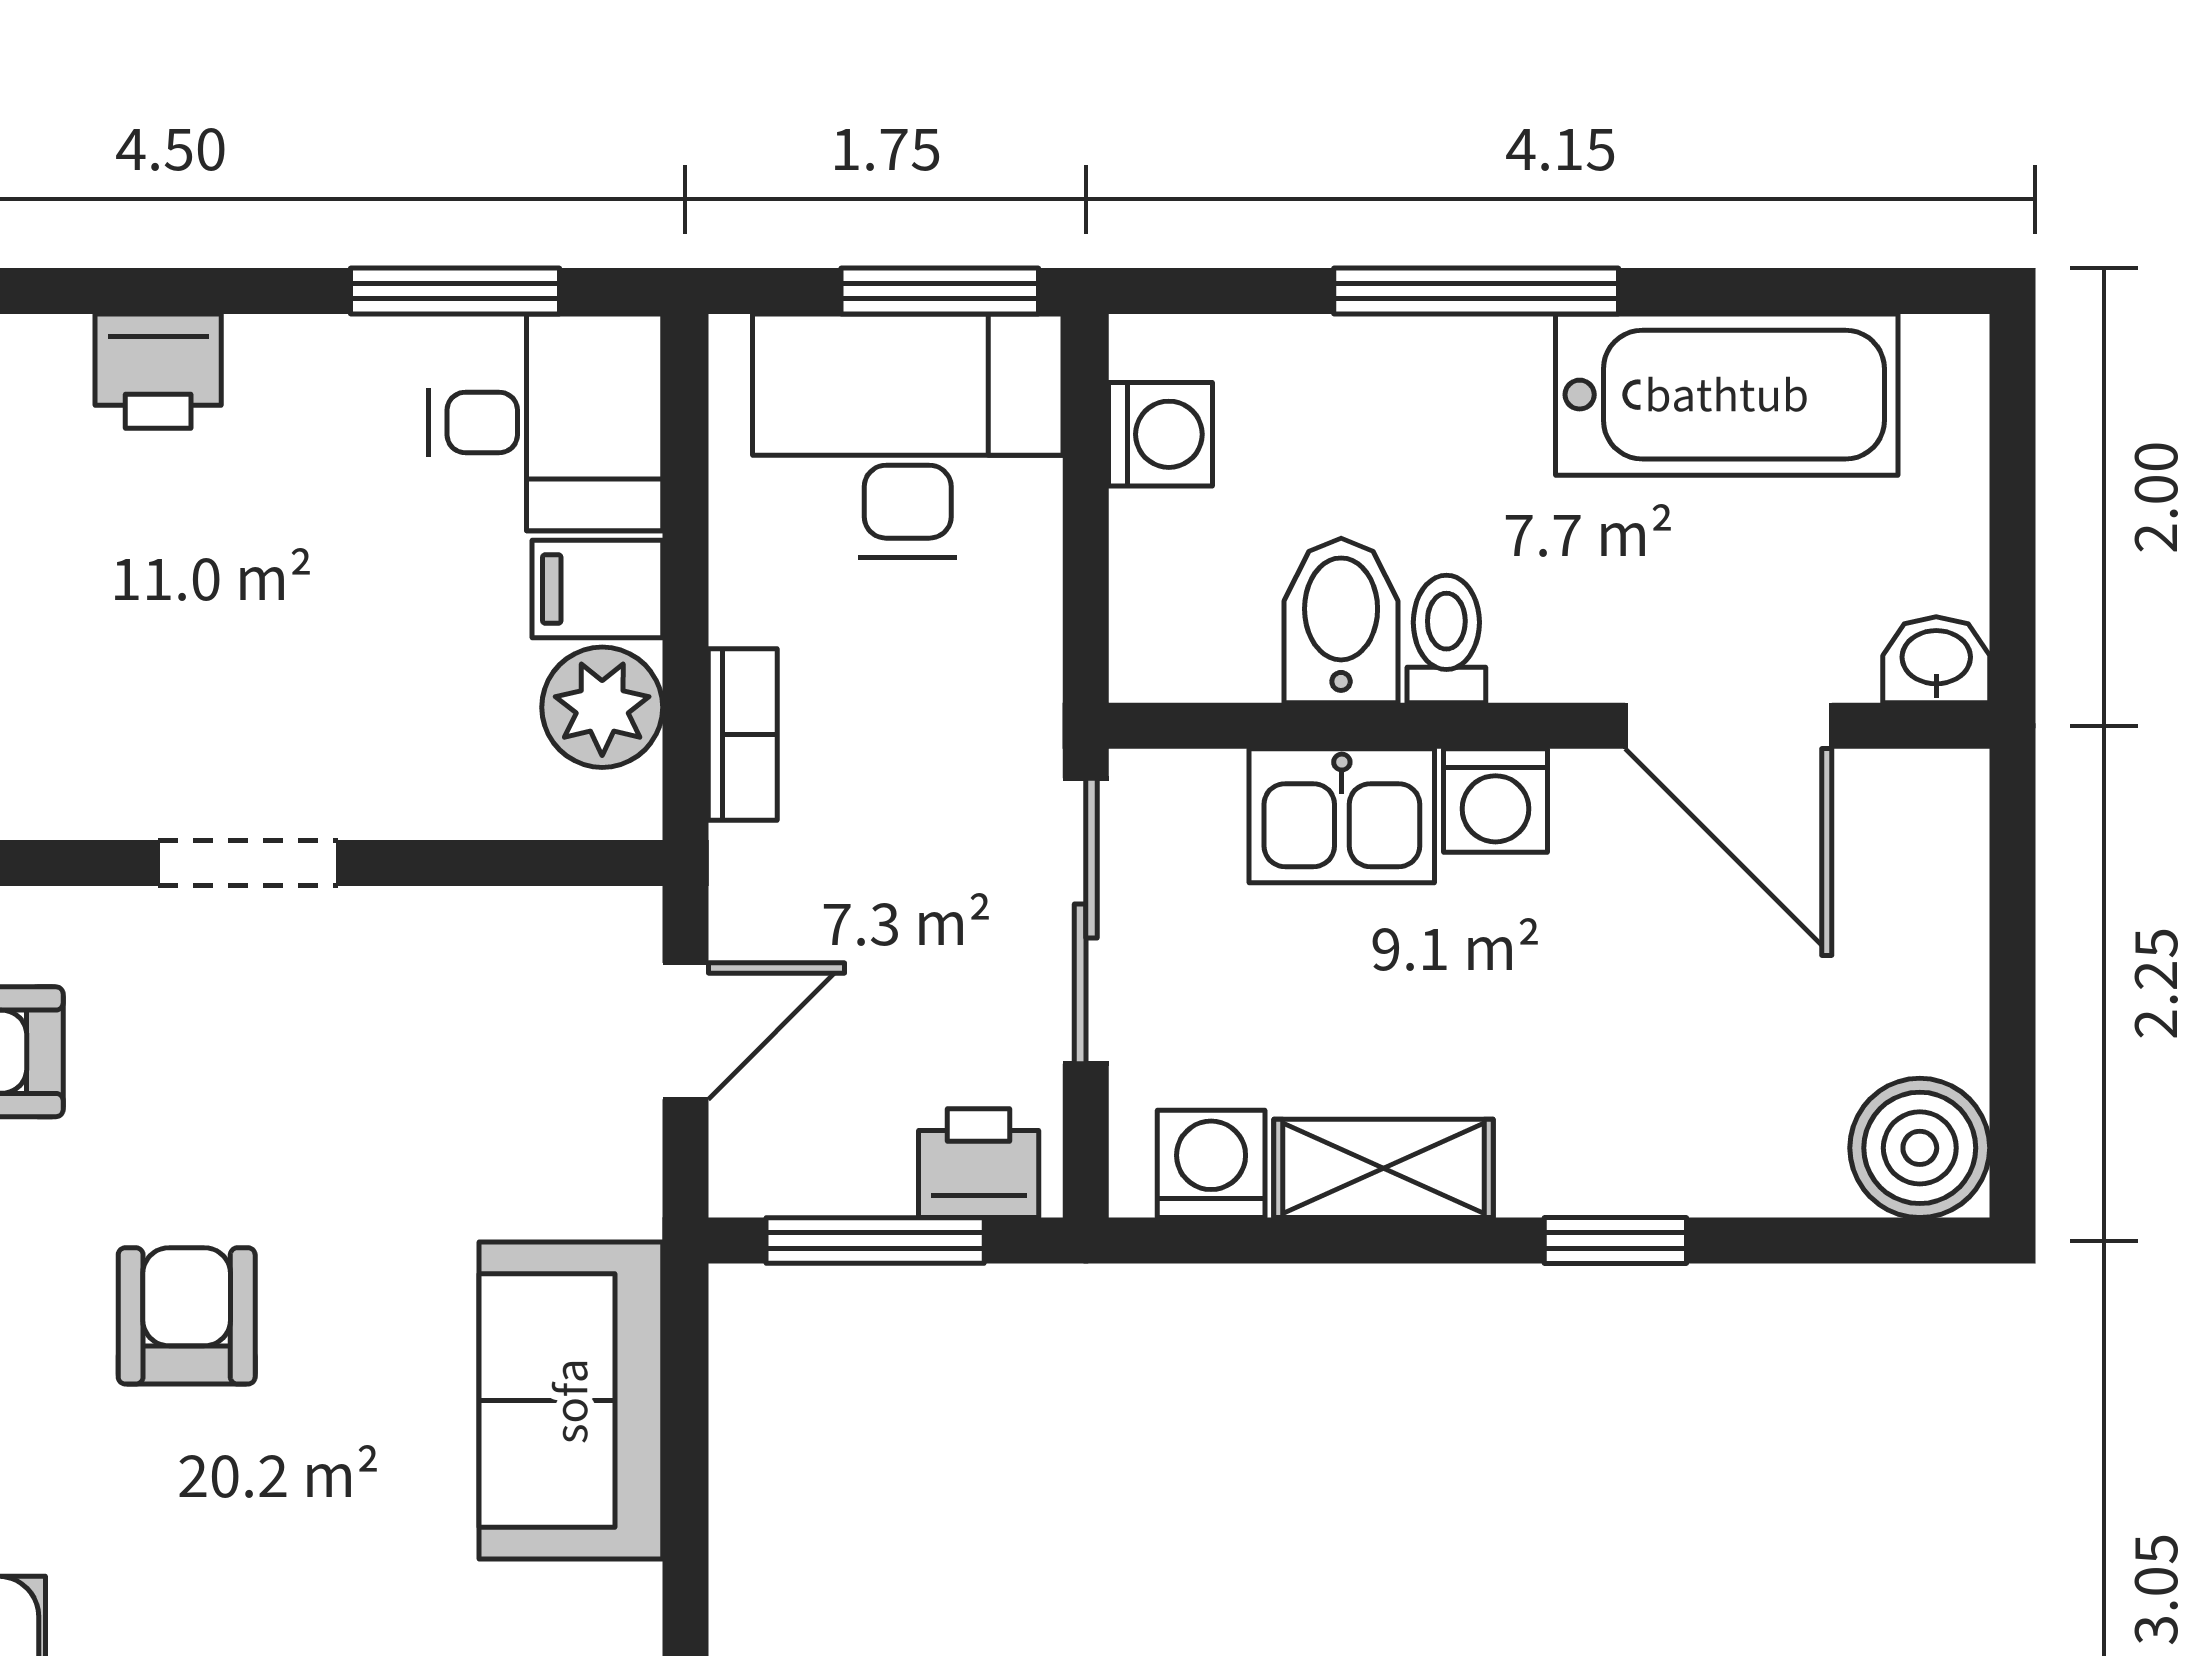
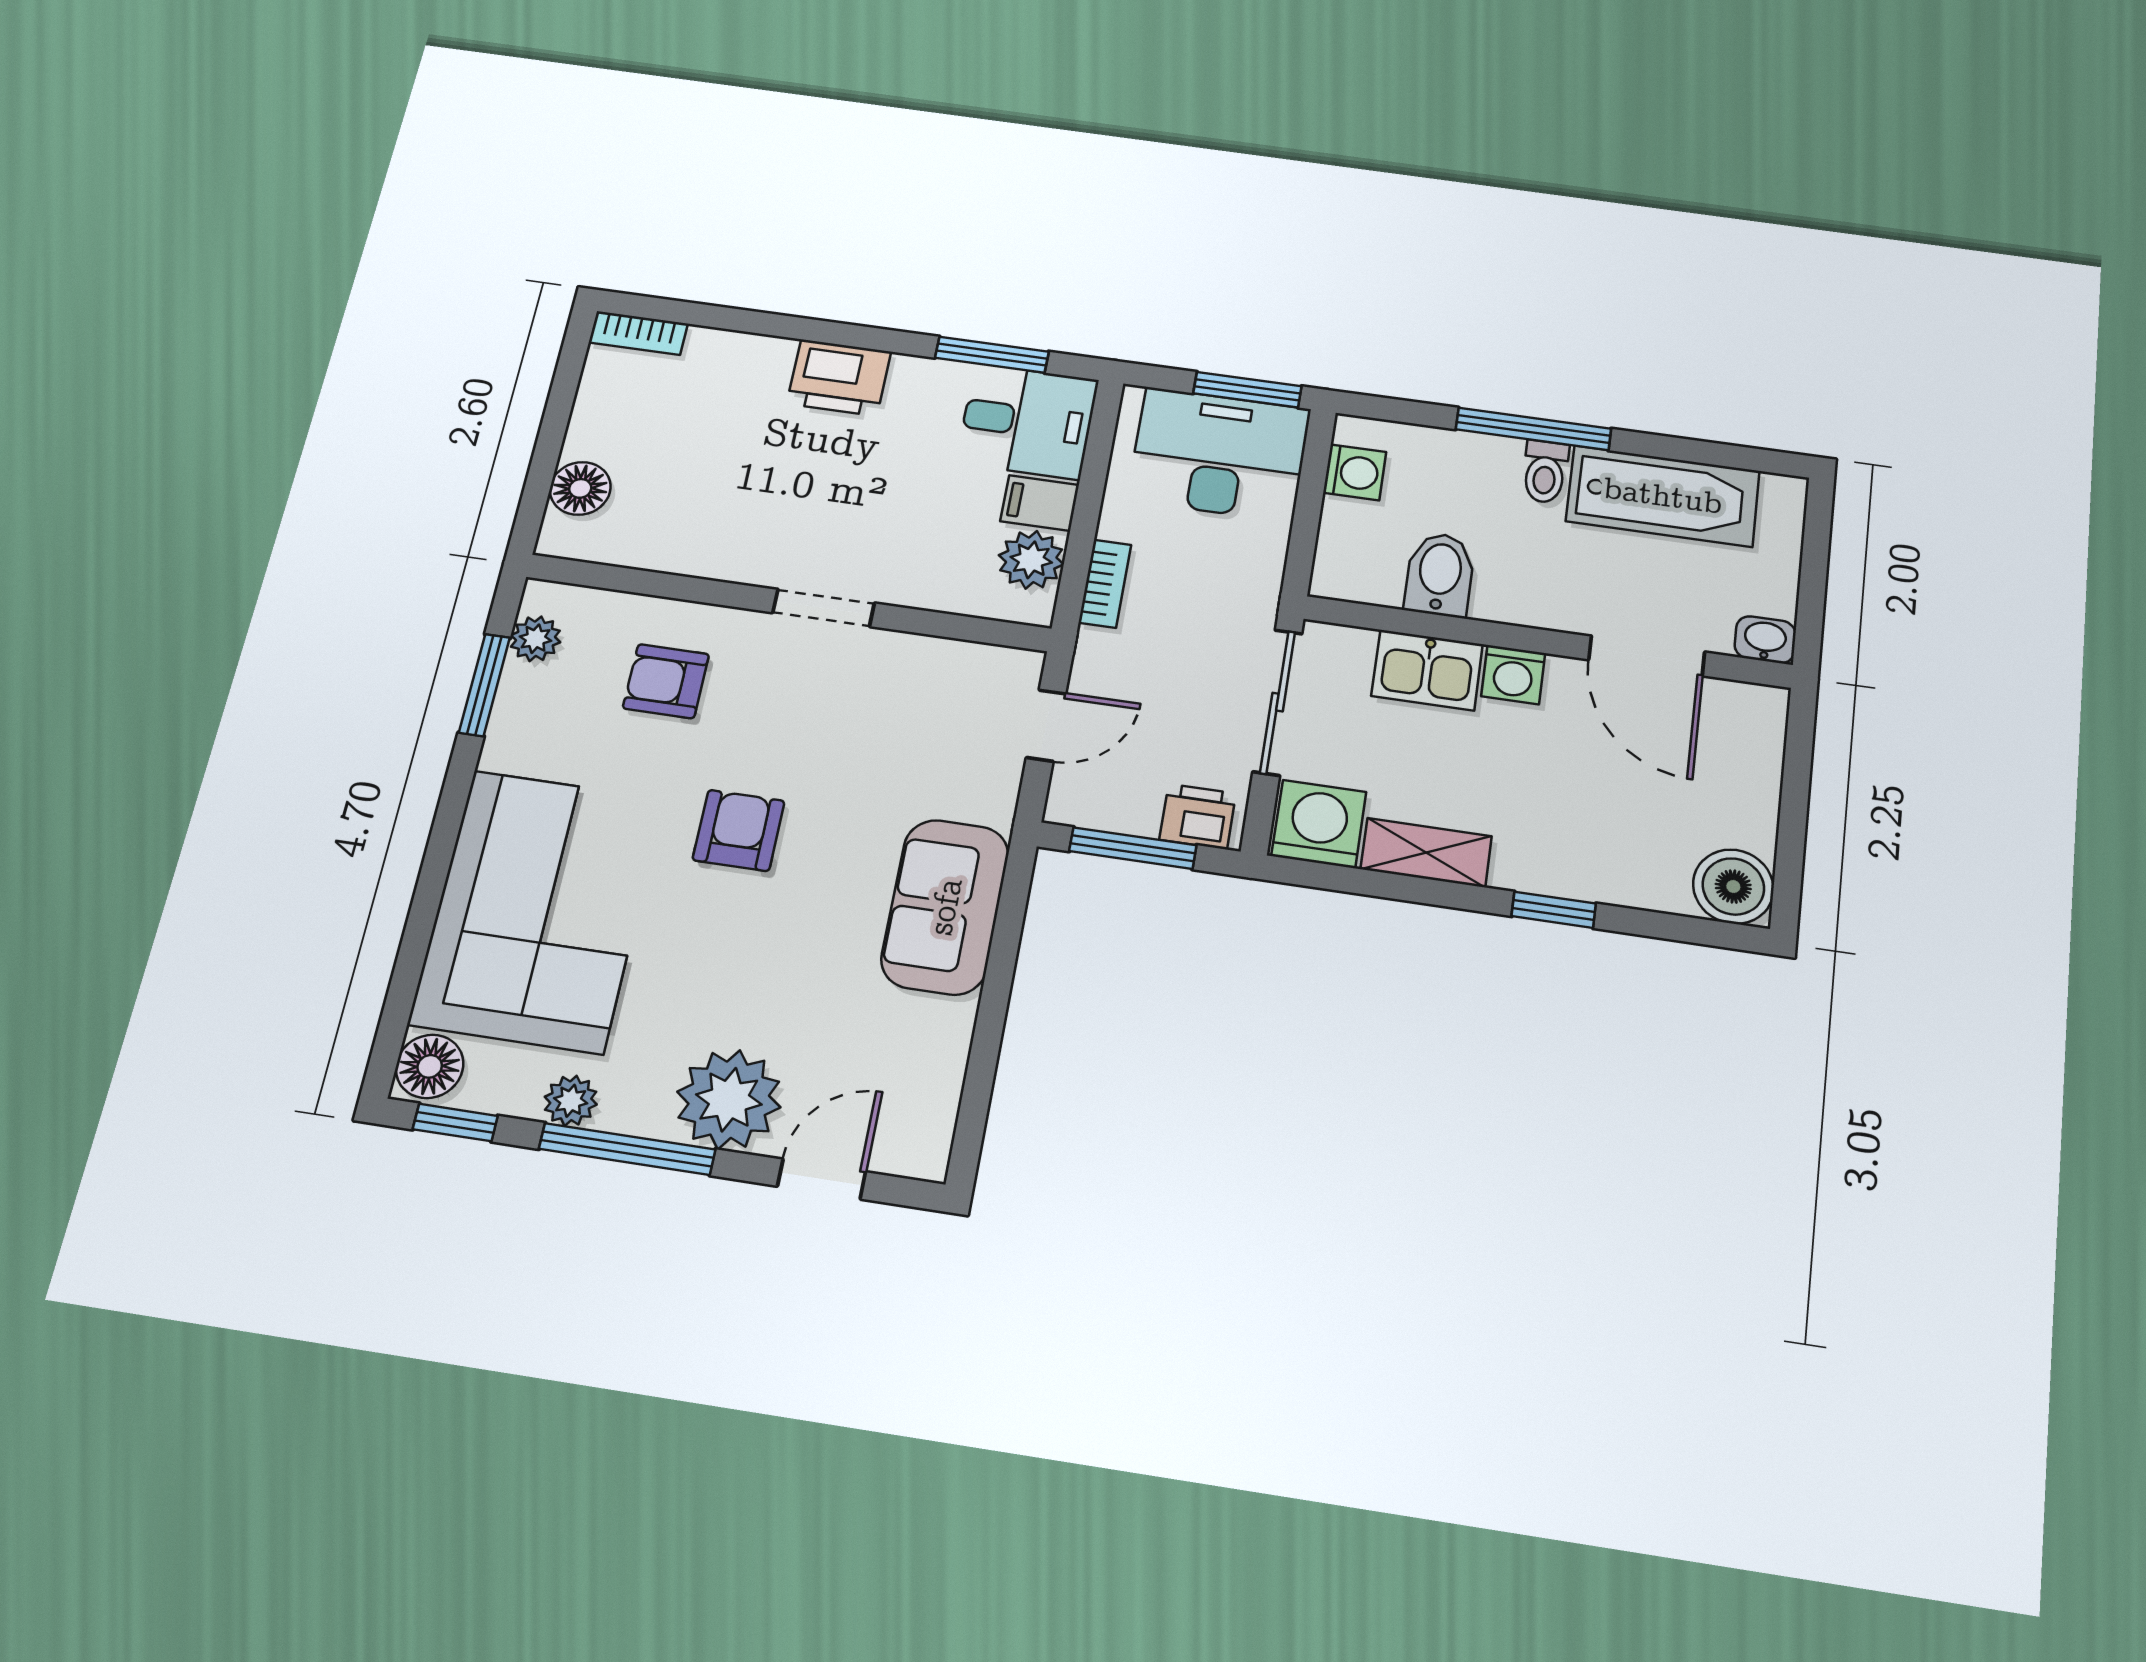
printer: (158, 371) -> (839, 378), width x1.36, depth x1.24
toilet: (1446, 639) -> (1545, 472), moved, turned 180
washing machine: (1211, 1164) -> (1319, 824), width x1.38, depth x1.38

